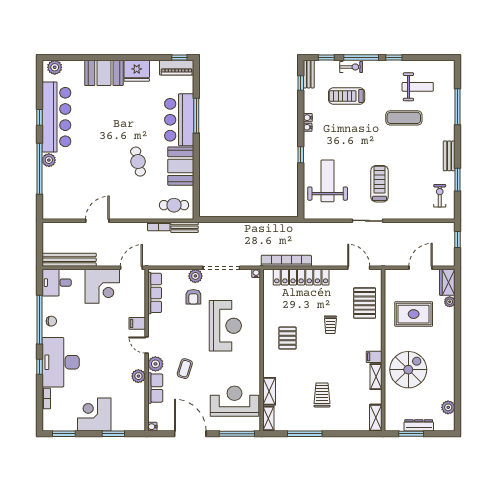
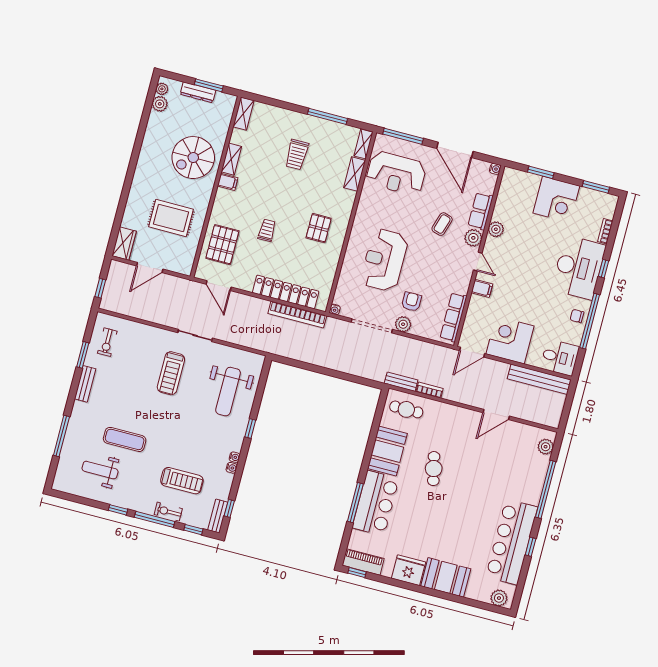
plant: (49, 160) -> (546, 447), moved
plant: (450, 302) -> (162, 89), moved

